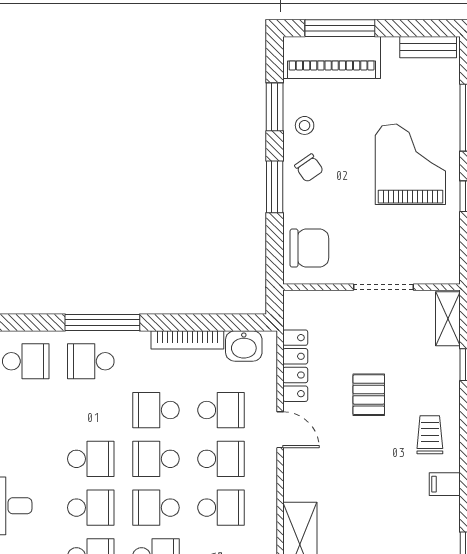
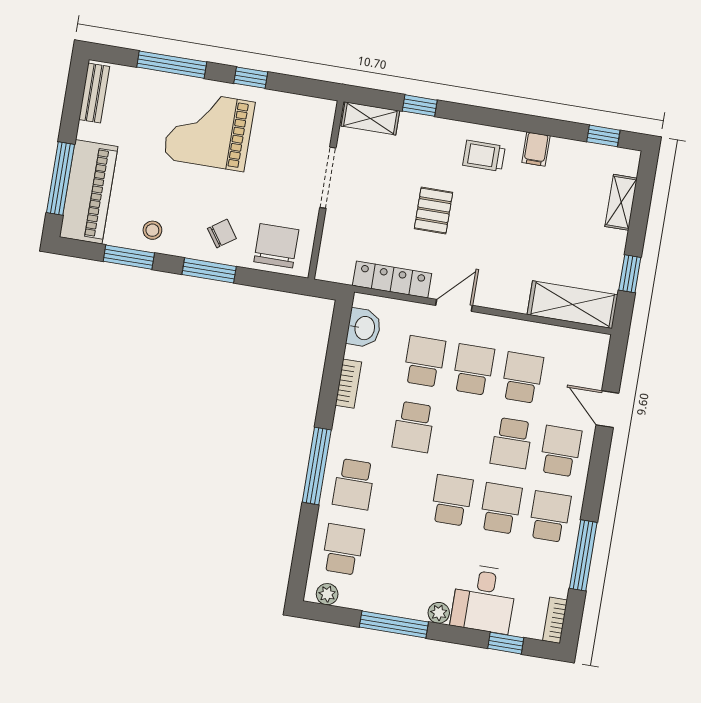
chair: (309, 168) -> (222, 233), moved
bookcase: (187, 340) -> (348, 384), width x0.64
pallet: (369, 395) -> (433, 211), turned 90
school desk: (156, 459) -> (462, 435), removed

